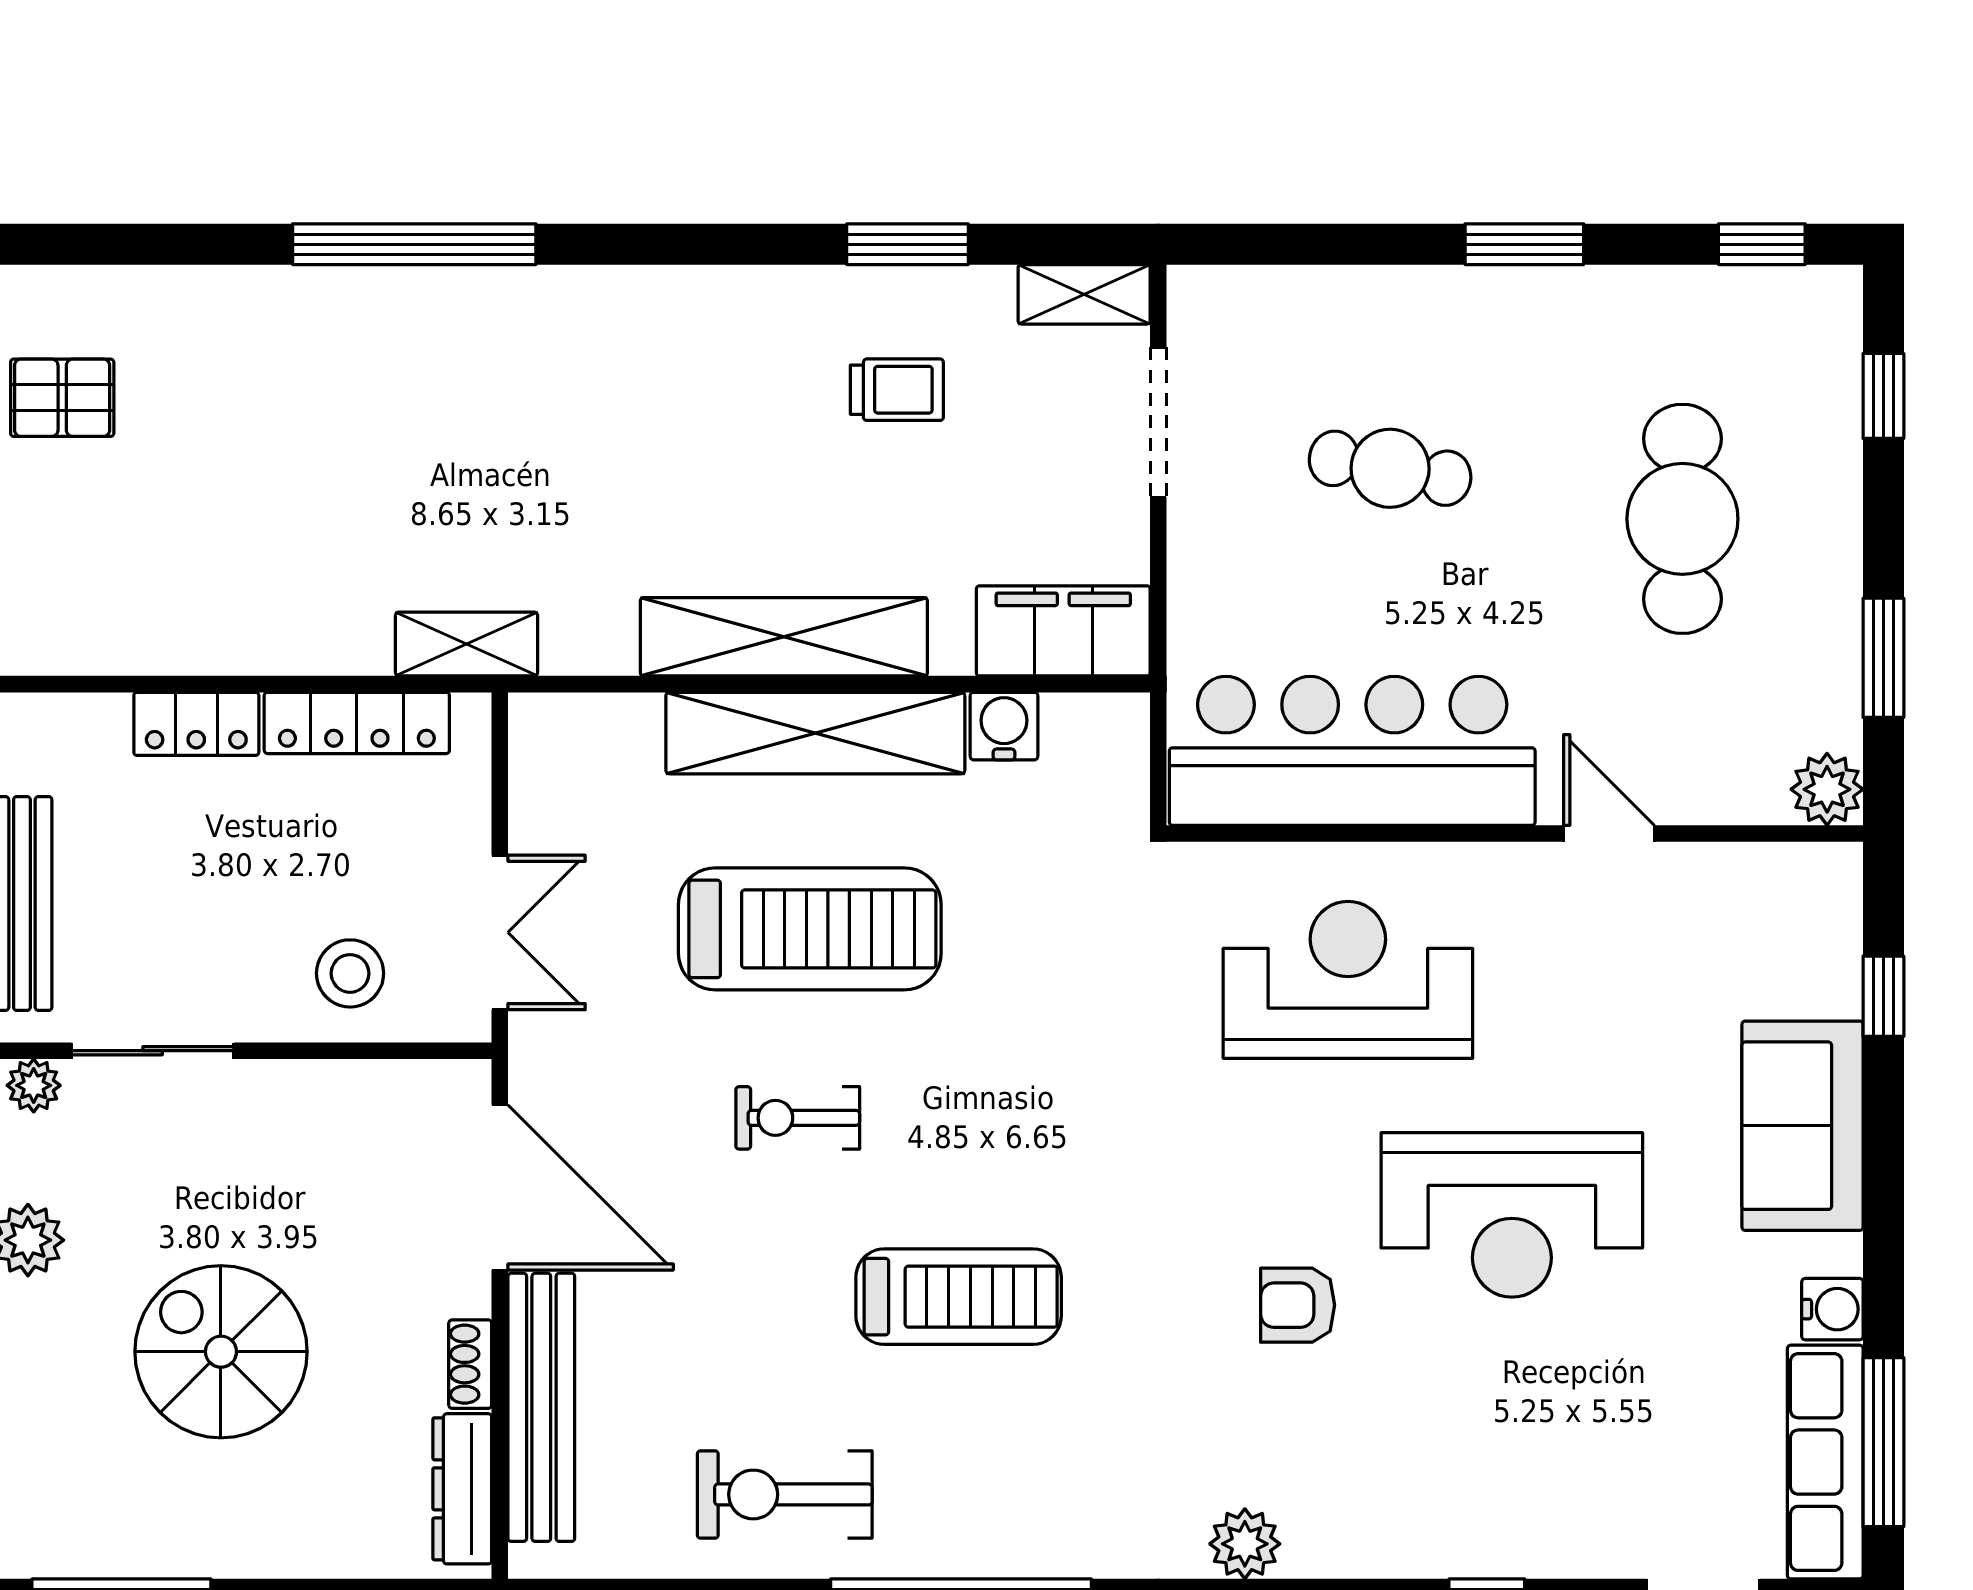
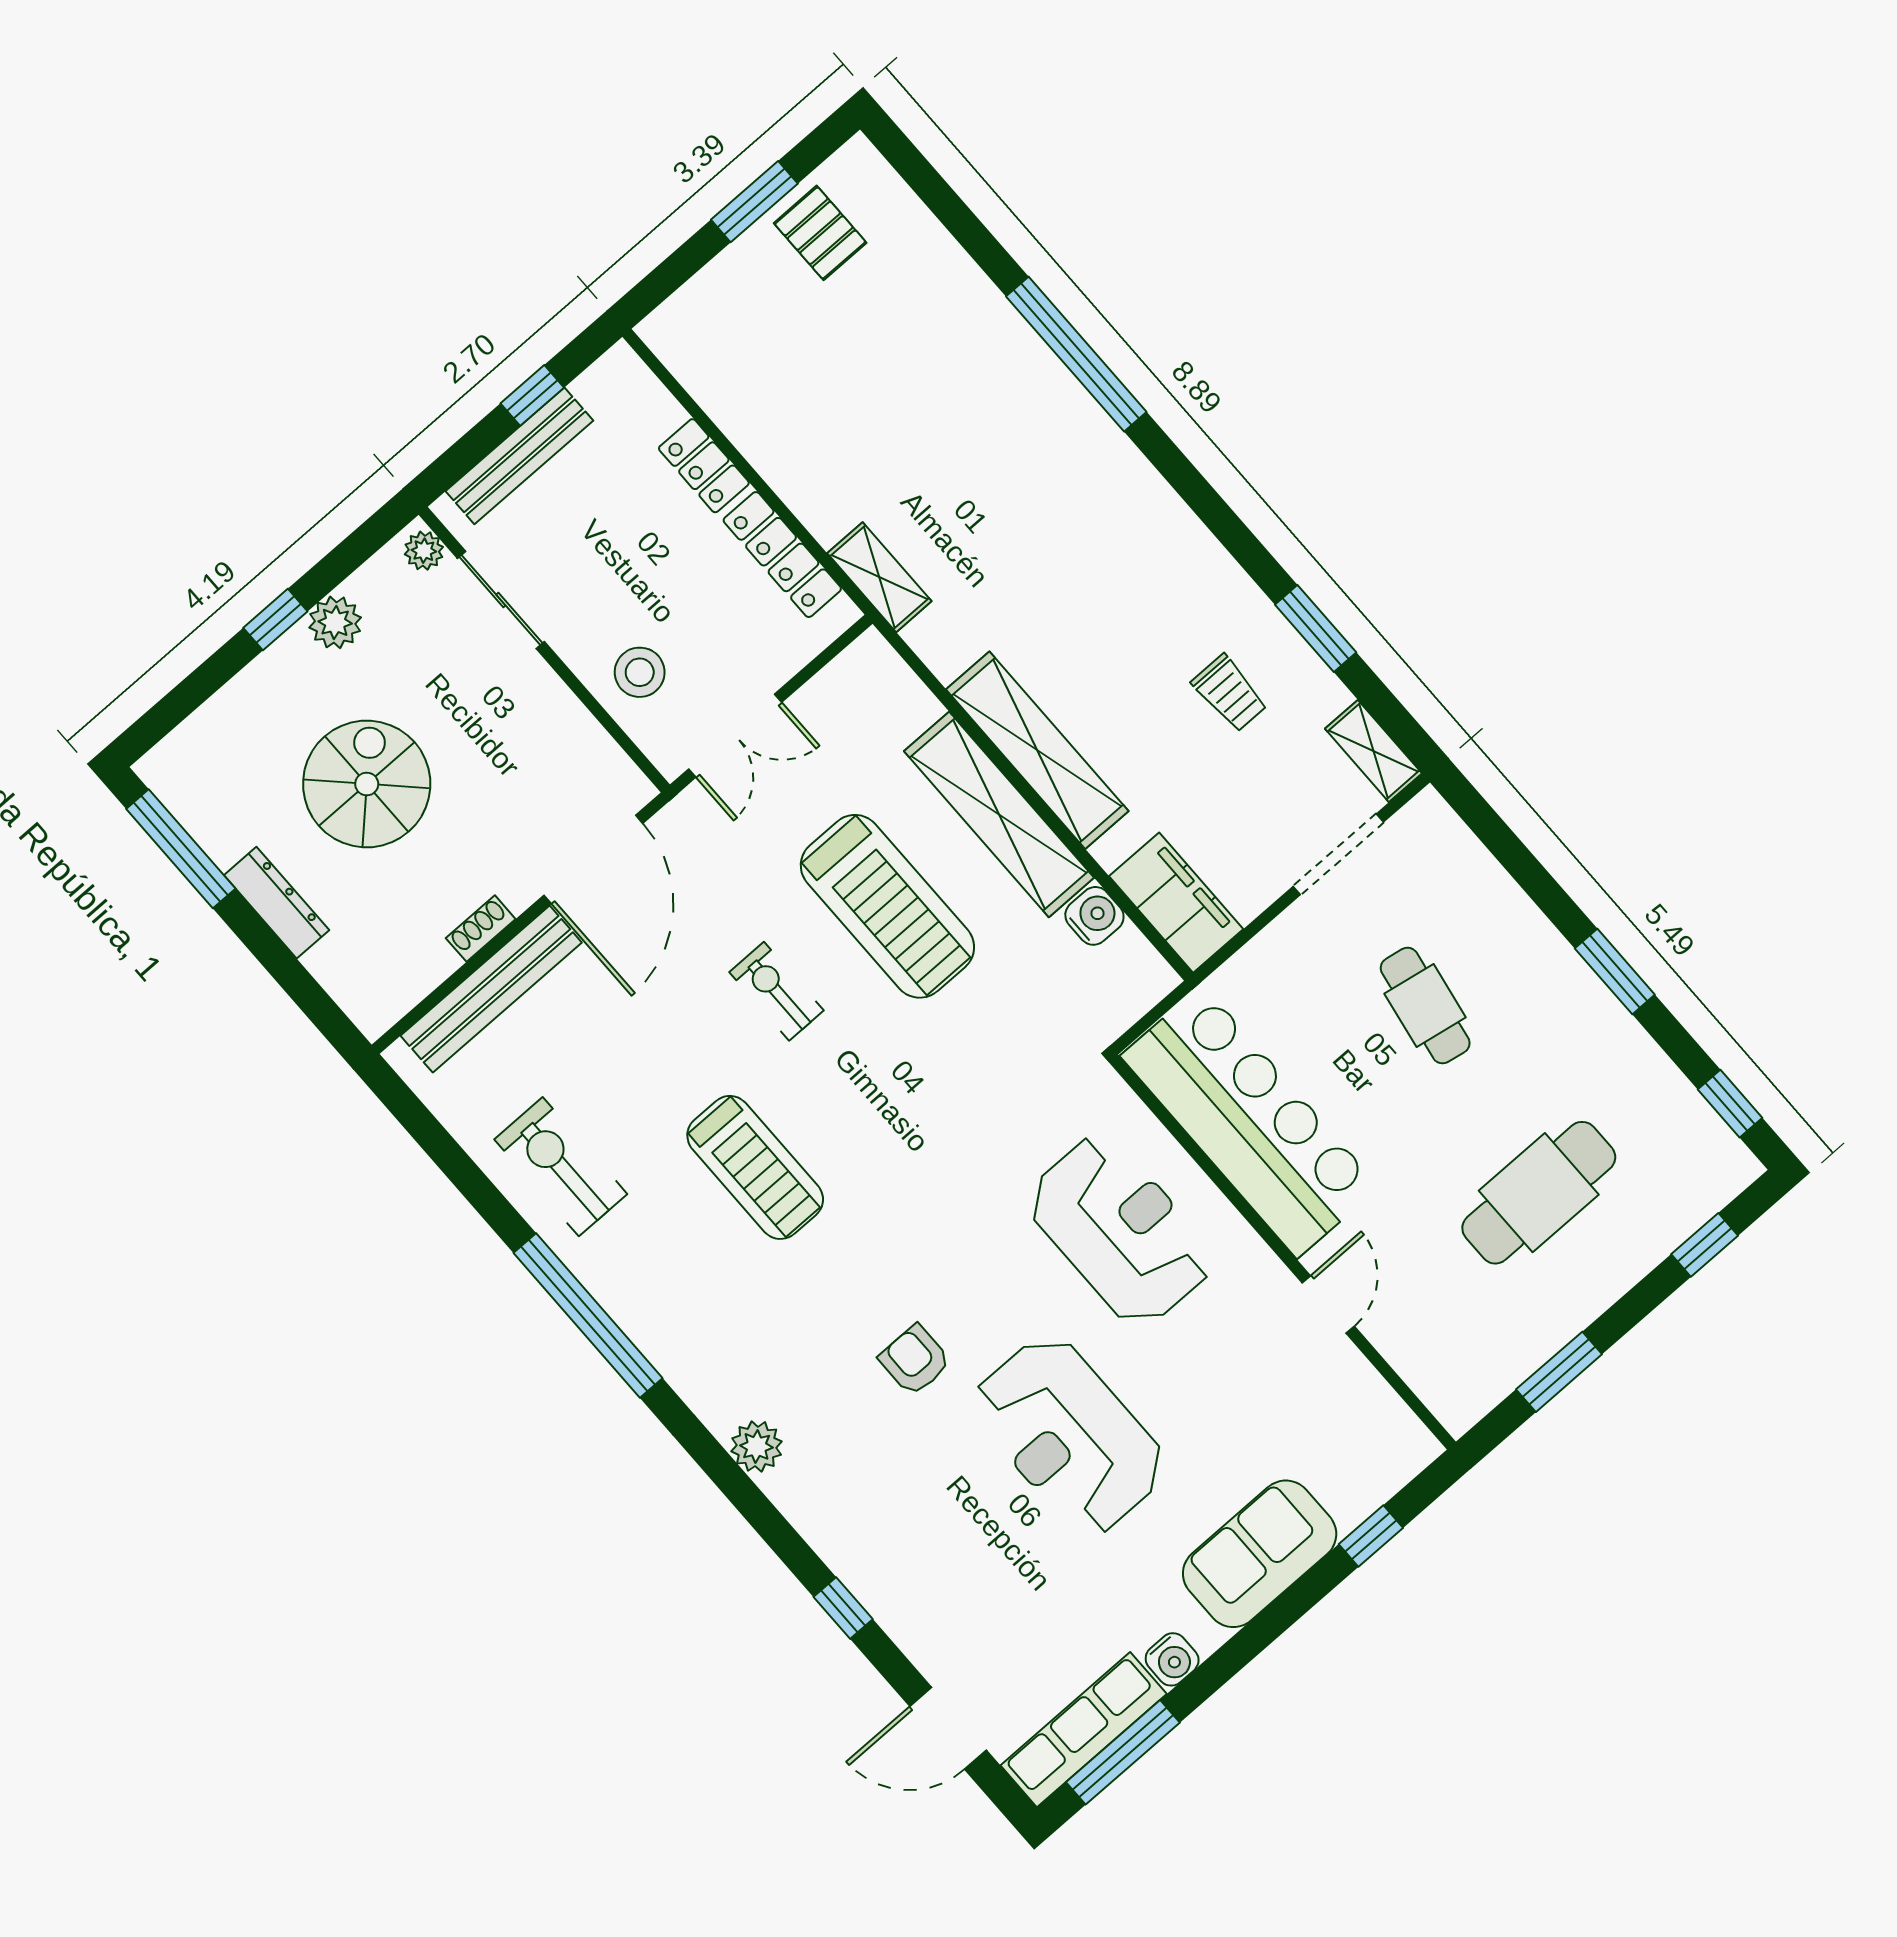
plant: (1827, 789) -> (1459, 1404), removed
dresser: (462, 1489) -> (277, 903), moved, turned 90

